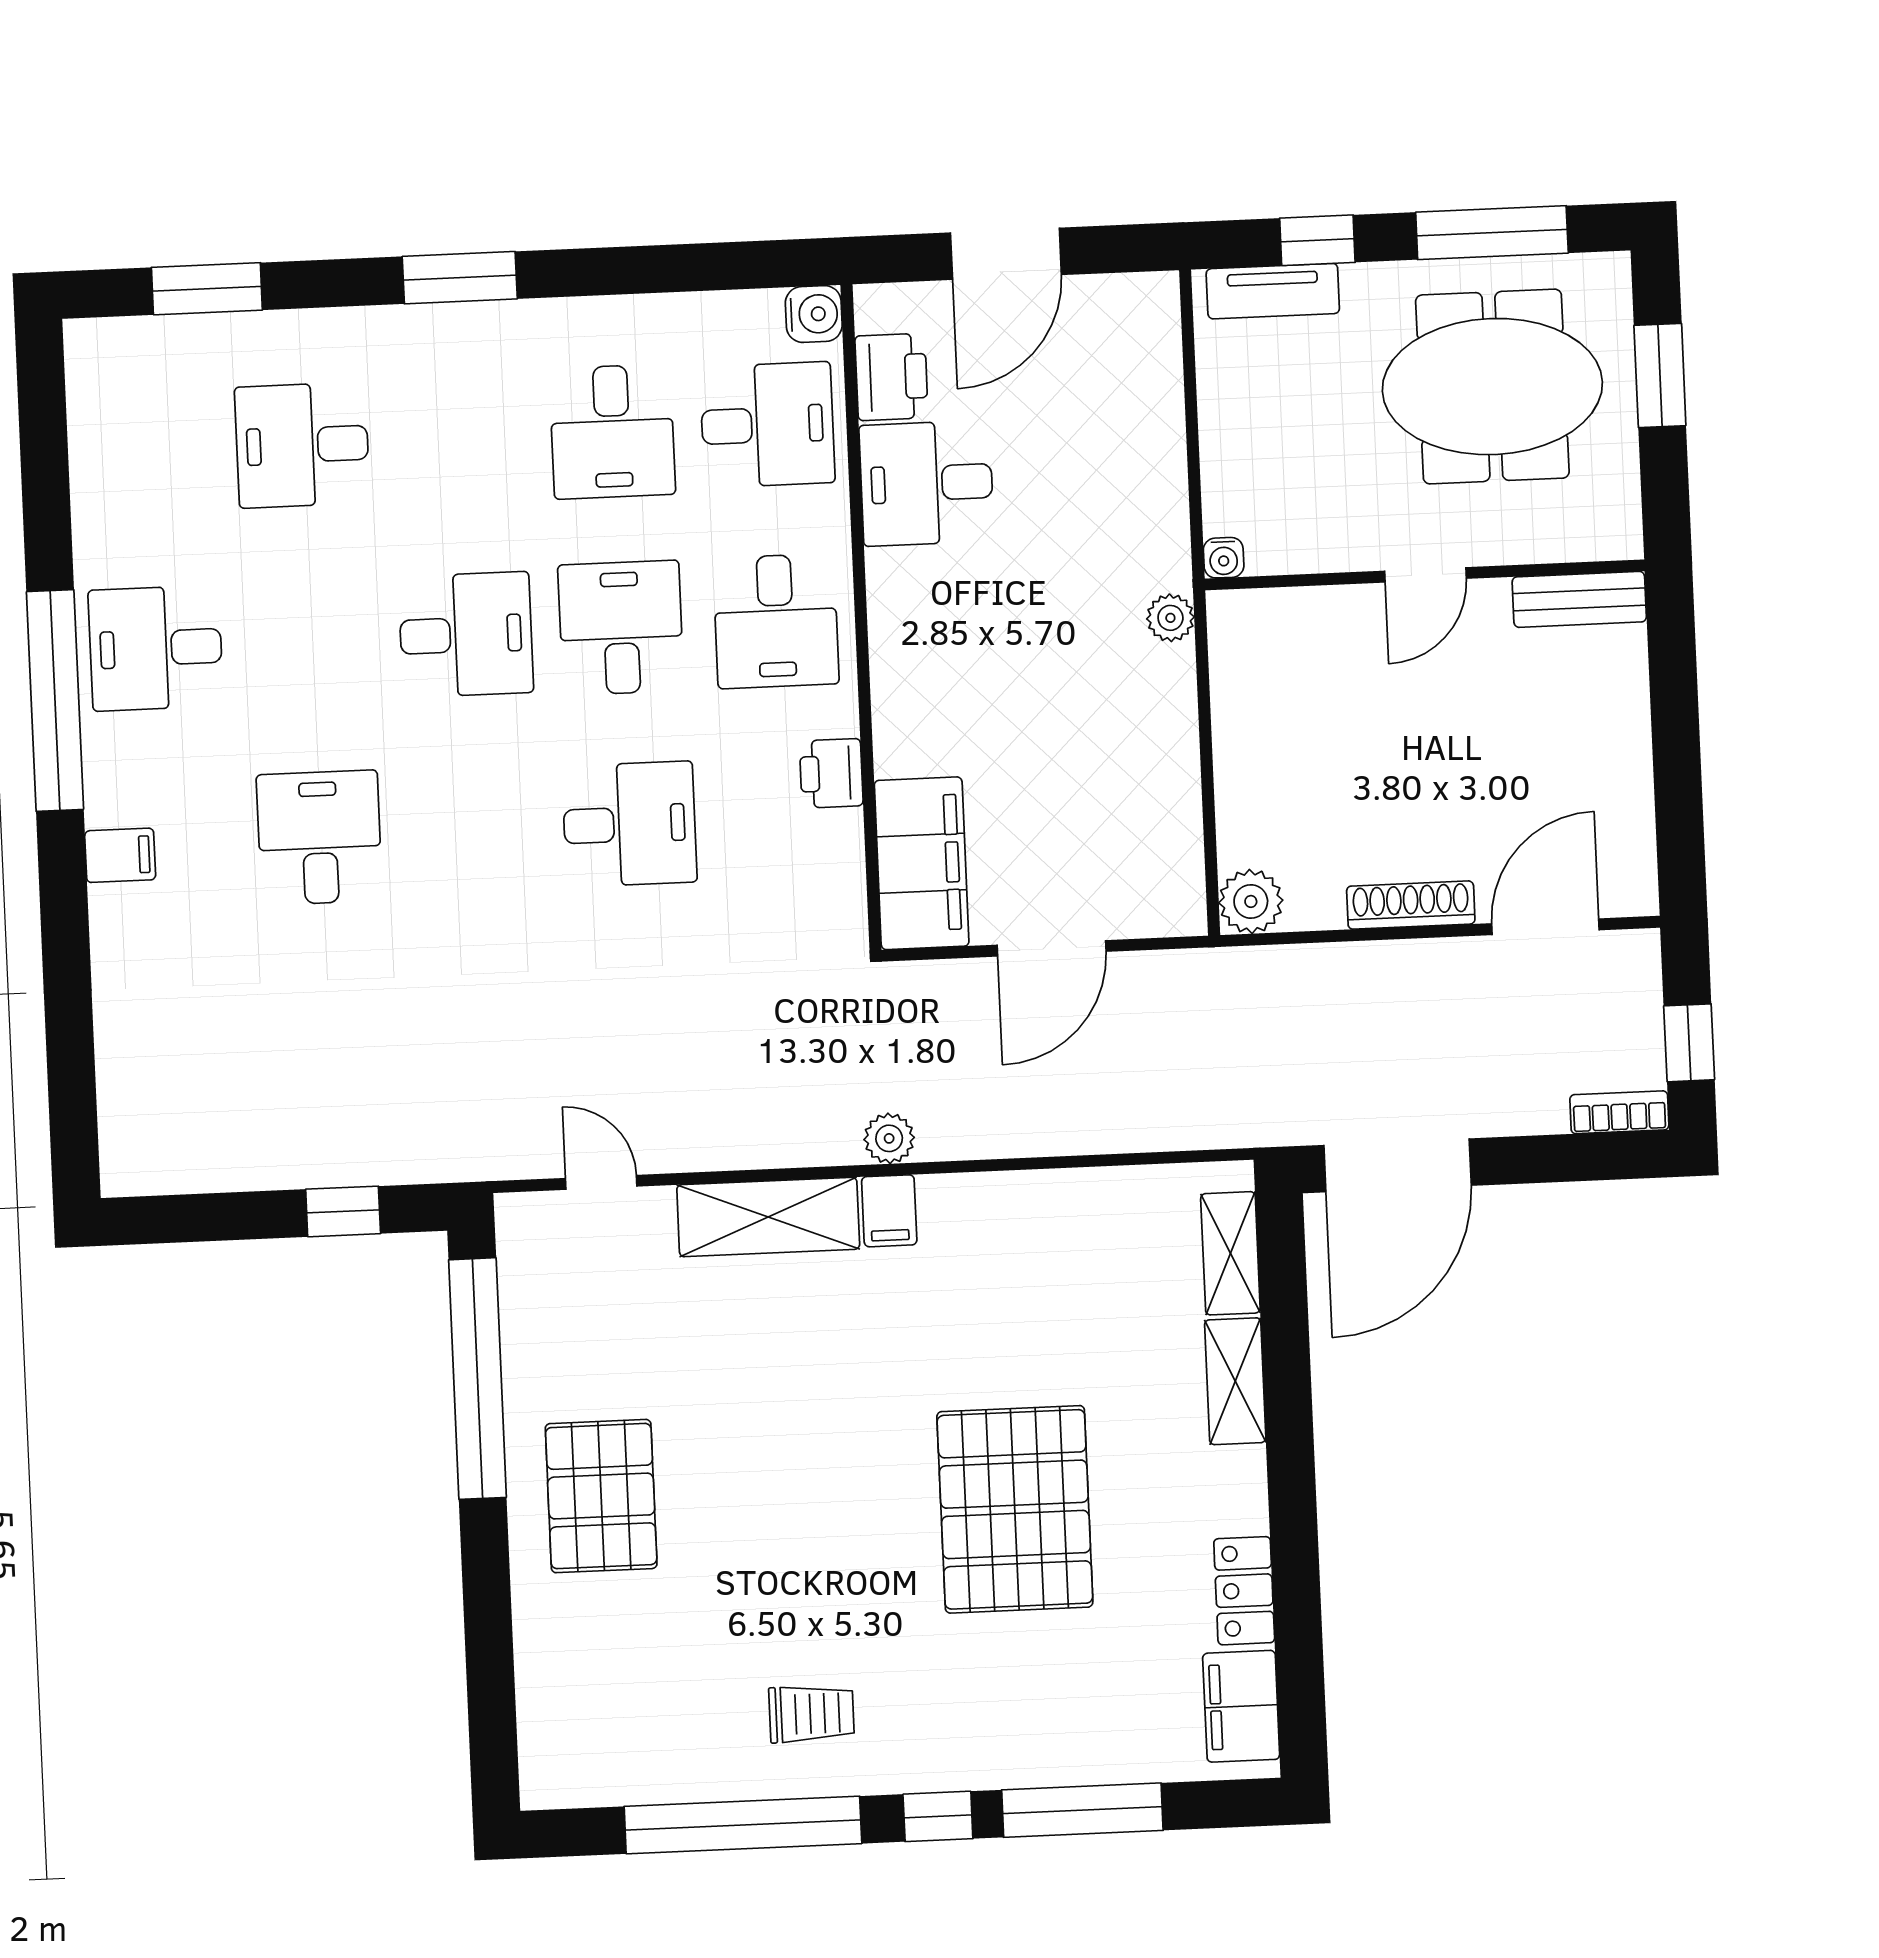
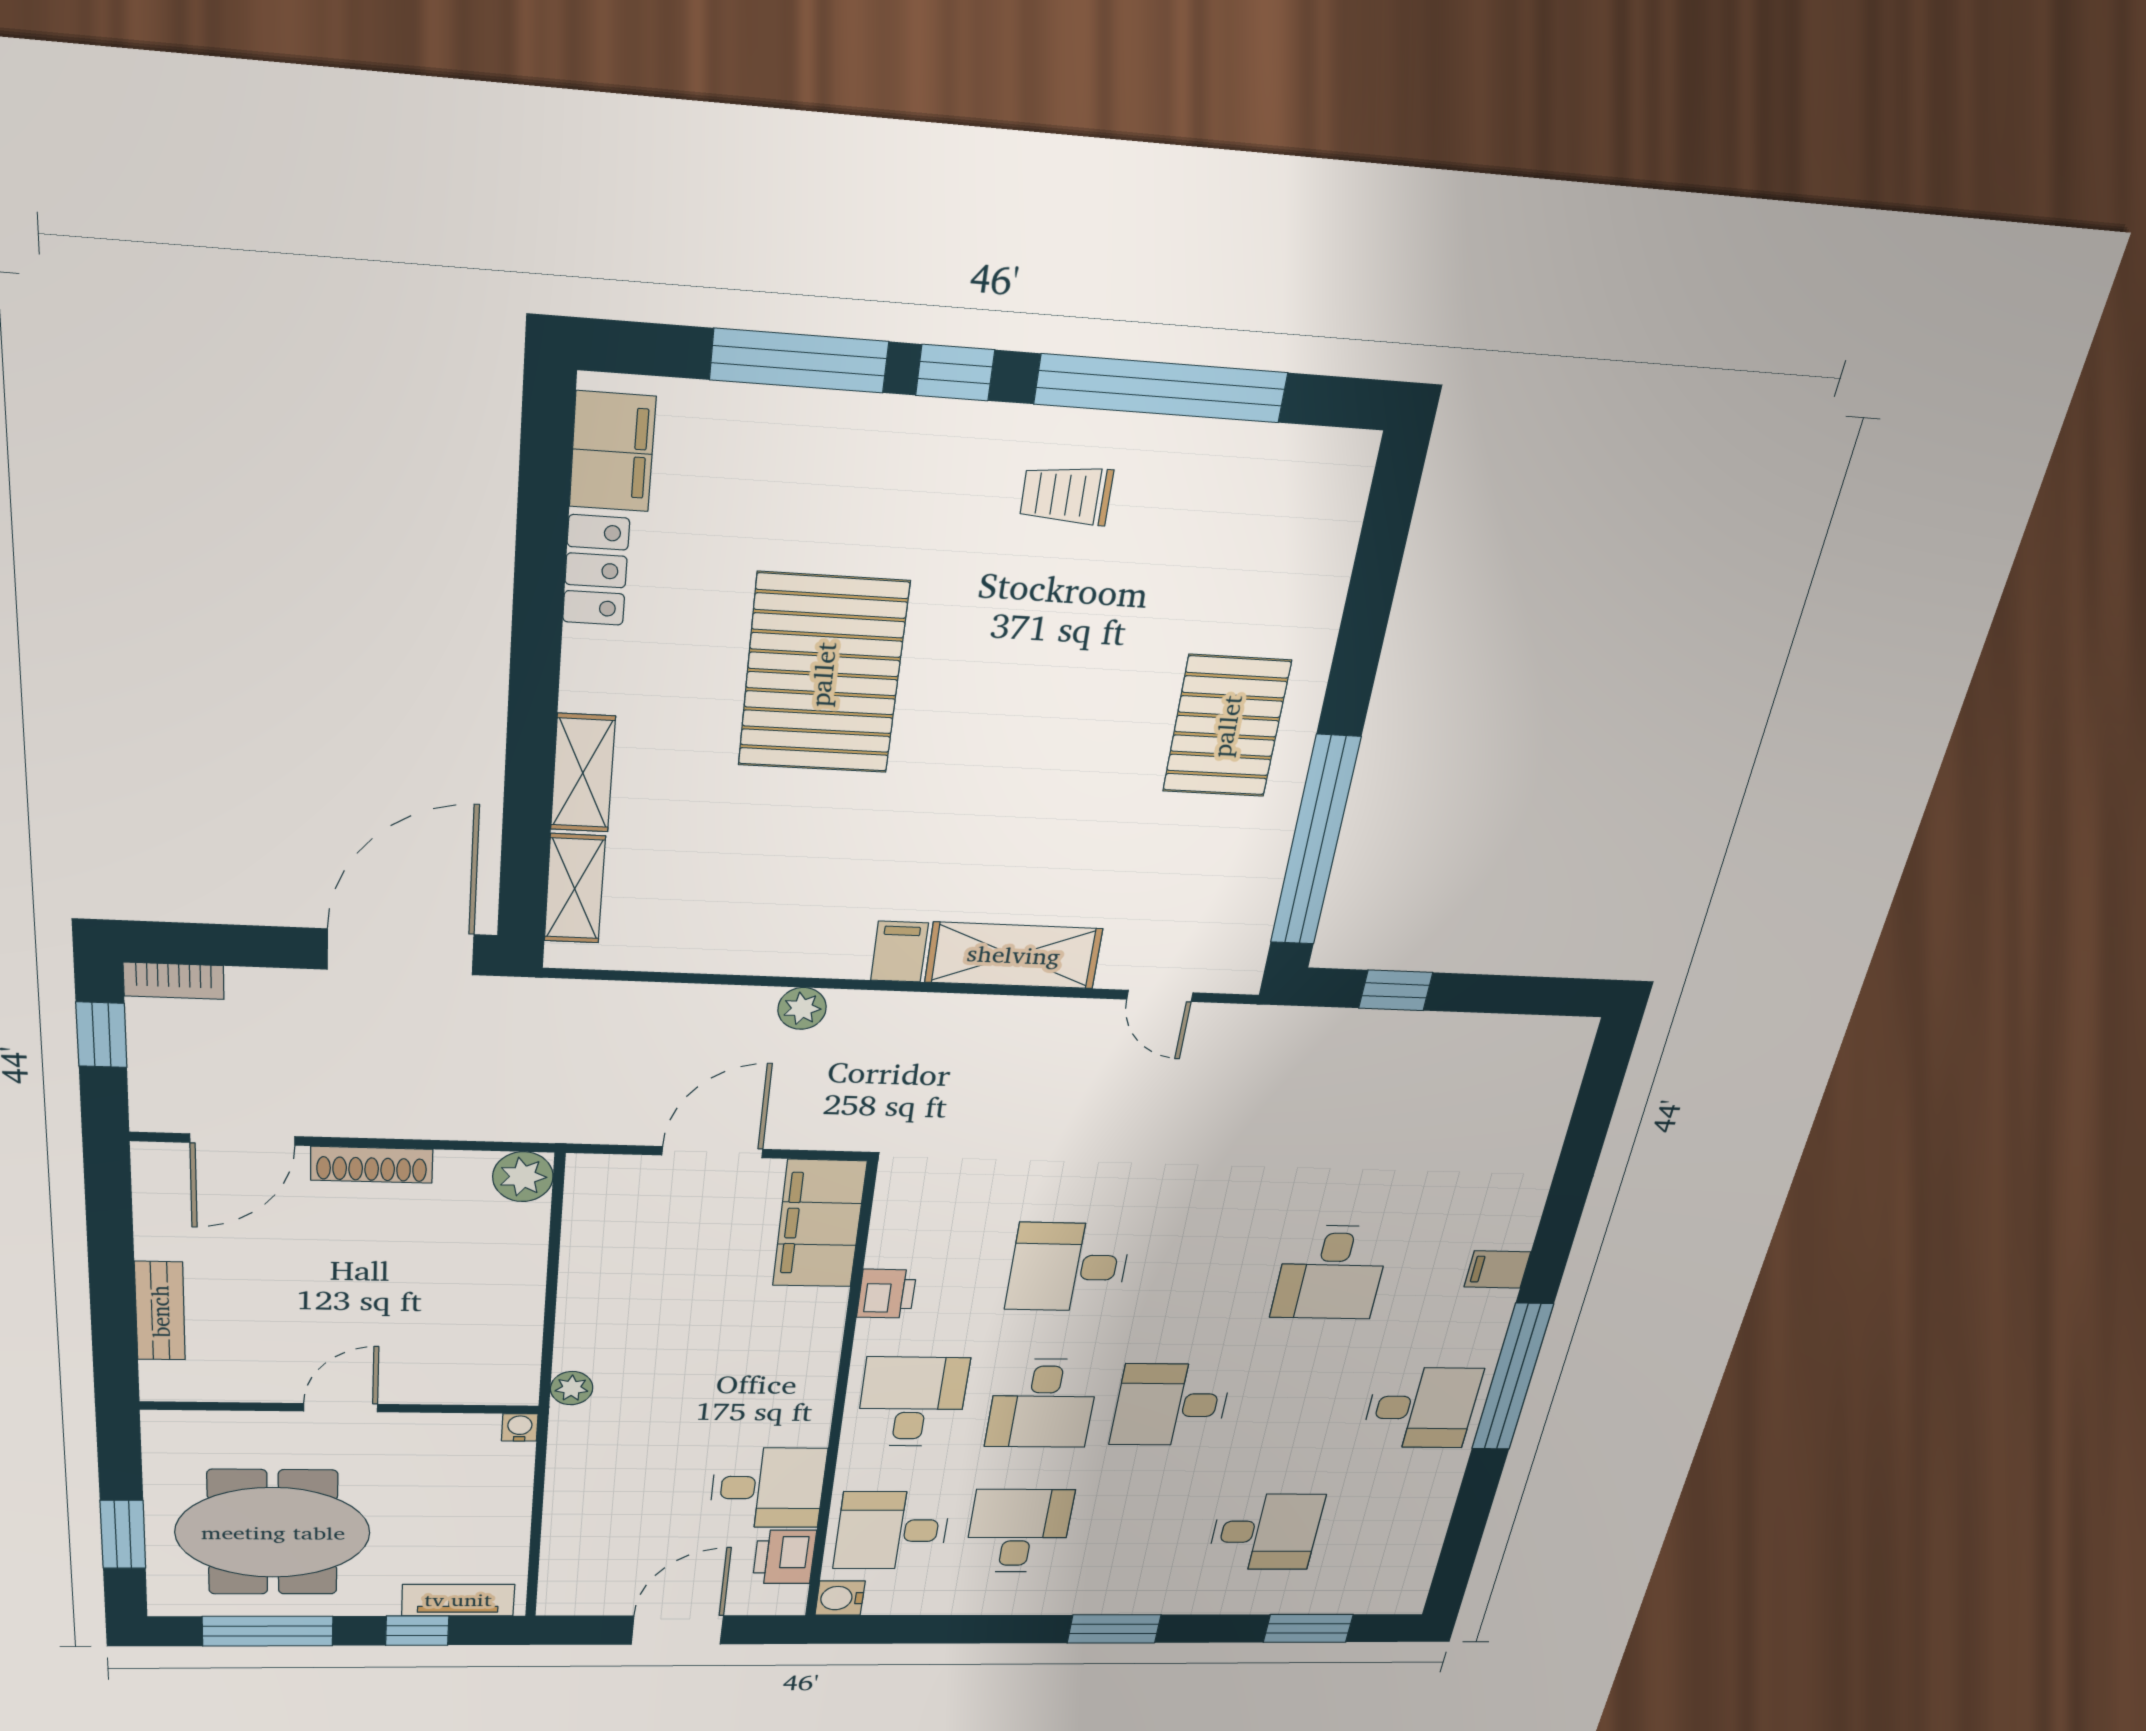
bench: (1579, 599) -> (160, 1311), moved, turned 90
plant: (889, 1138) -> (802, 1008), moved

